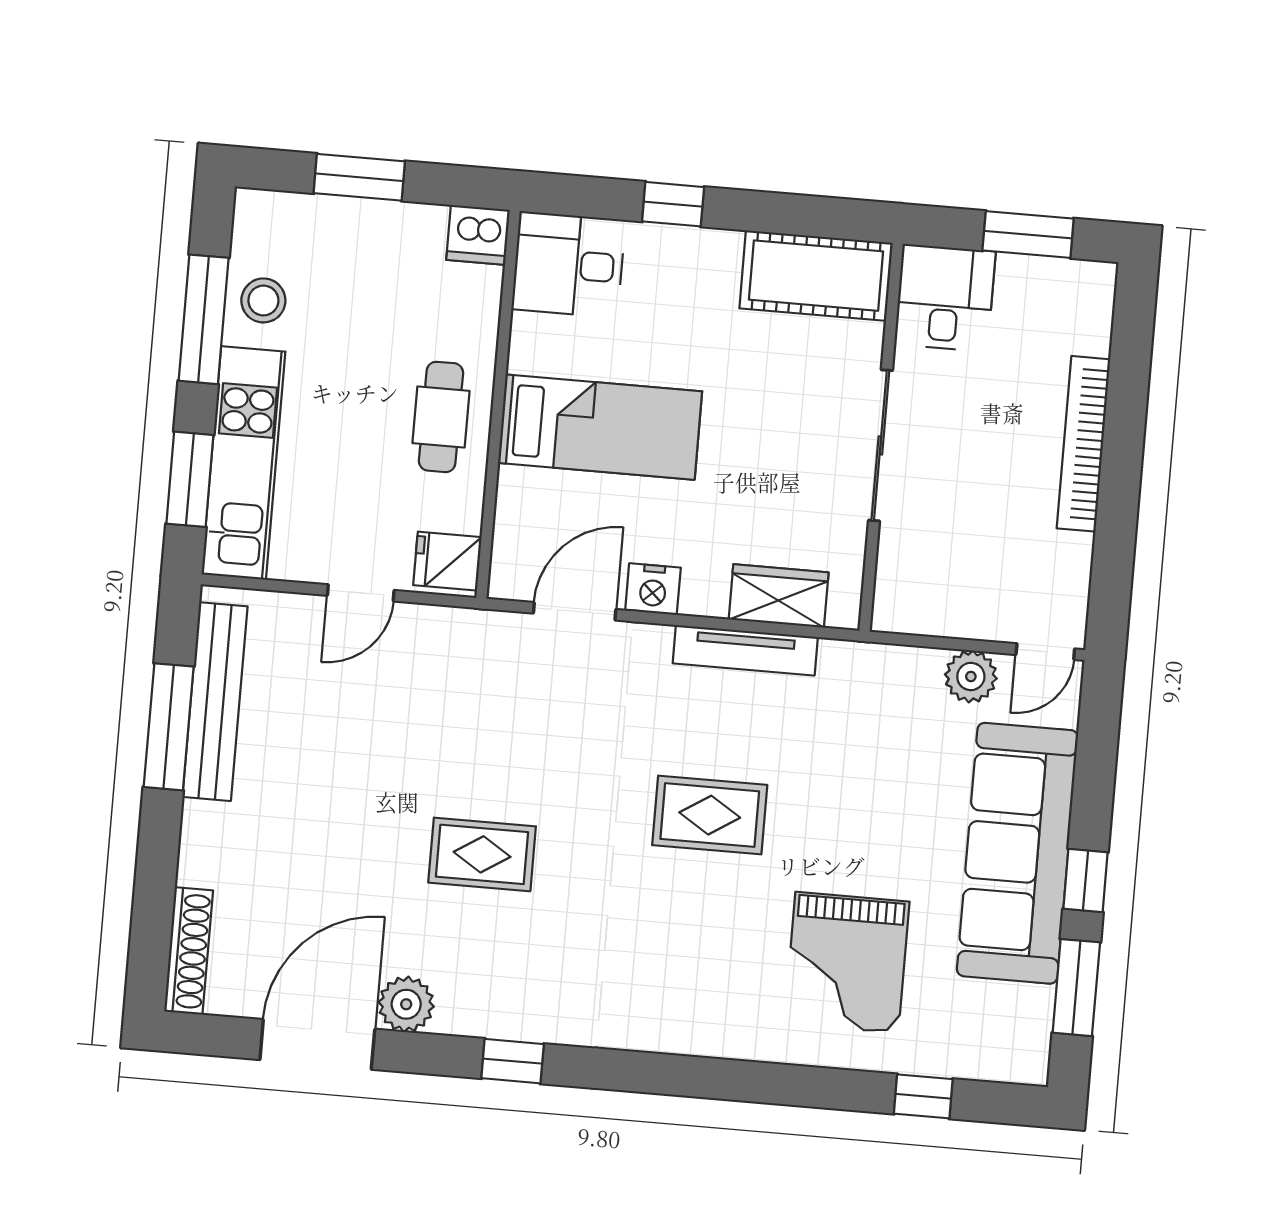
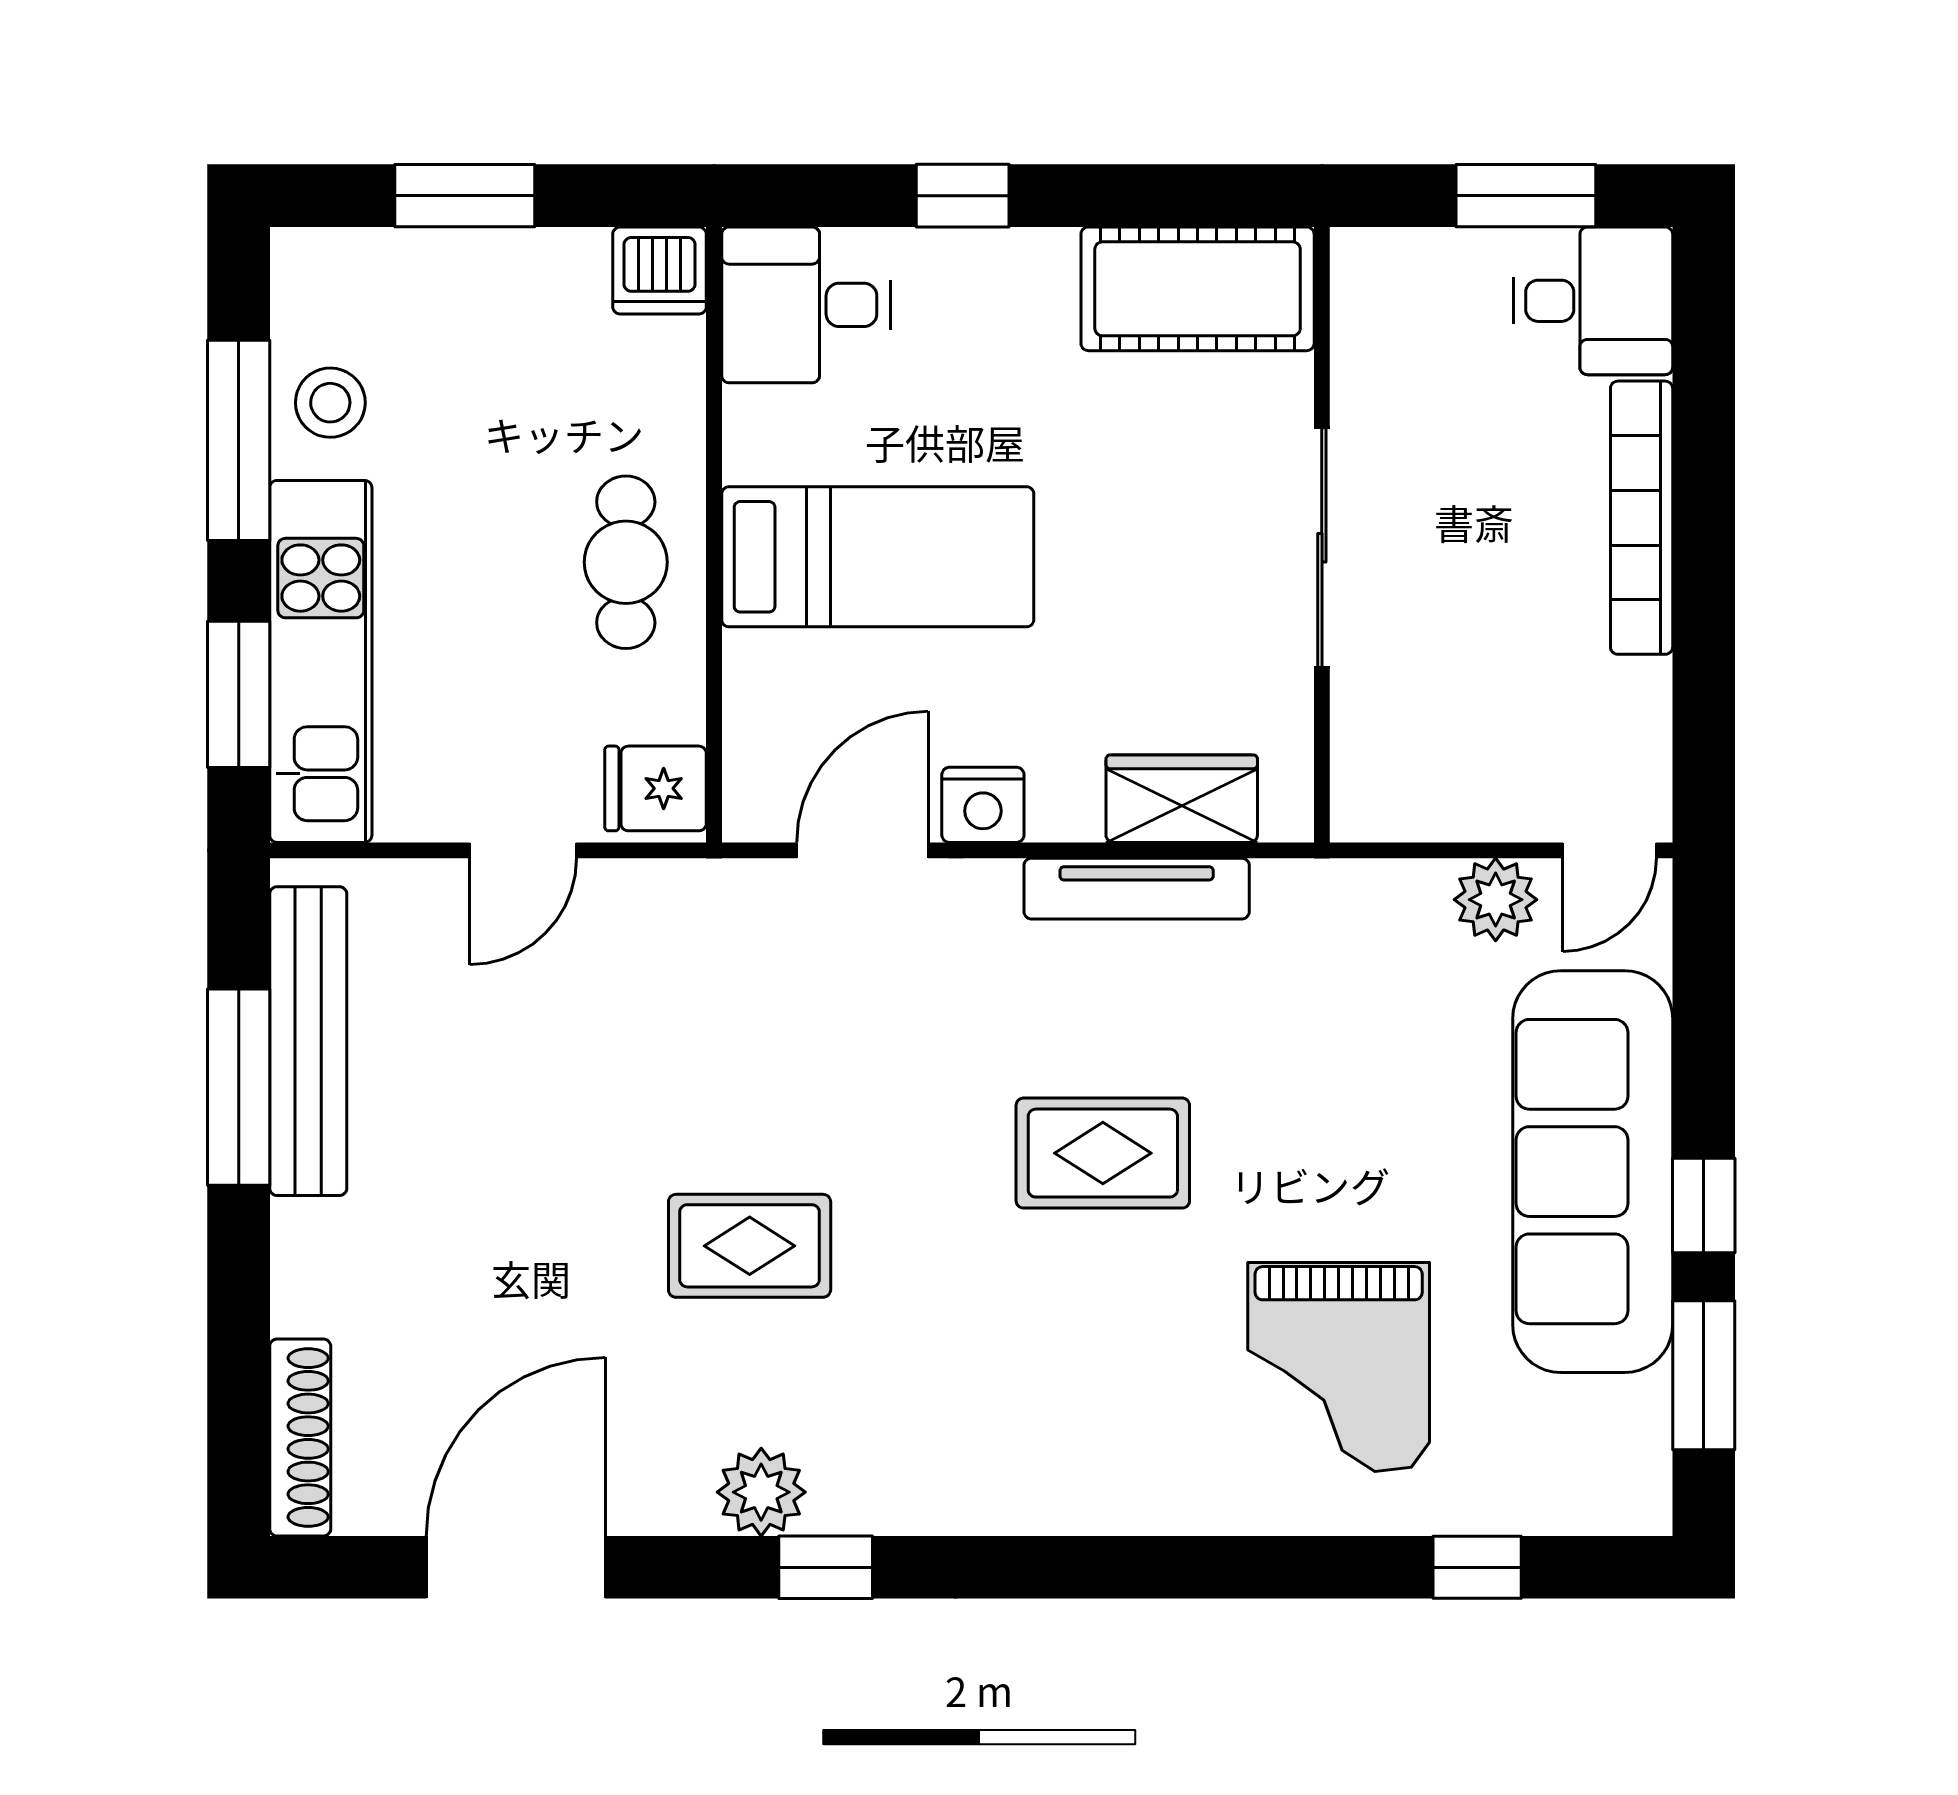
desk: (945, 298) -> (1593, 301), moved, turned 90
plant: (406, 1004) -> (761, 1492), moved

